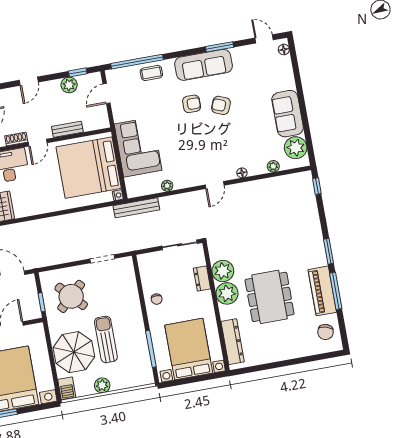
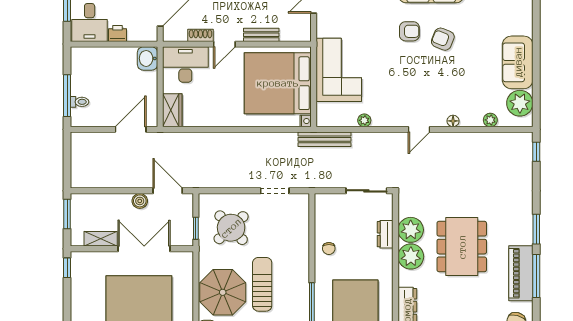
dining table: (270, 297) -> (462, 247), moved

